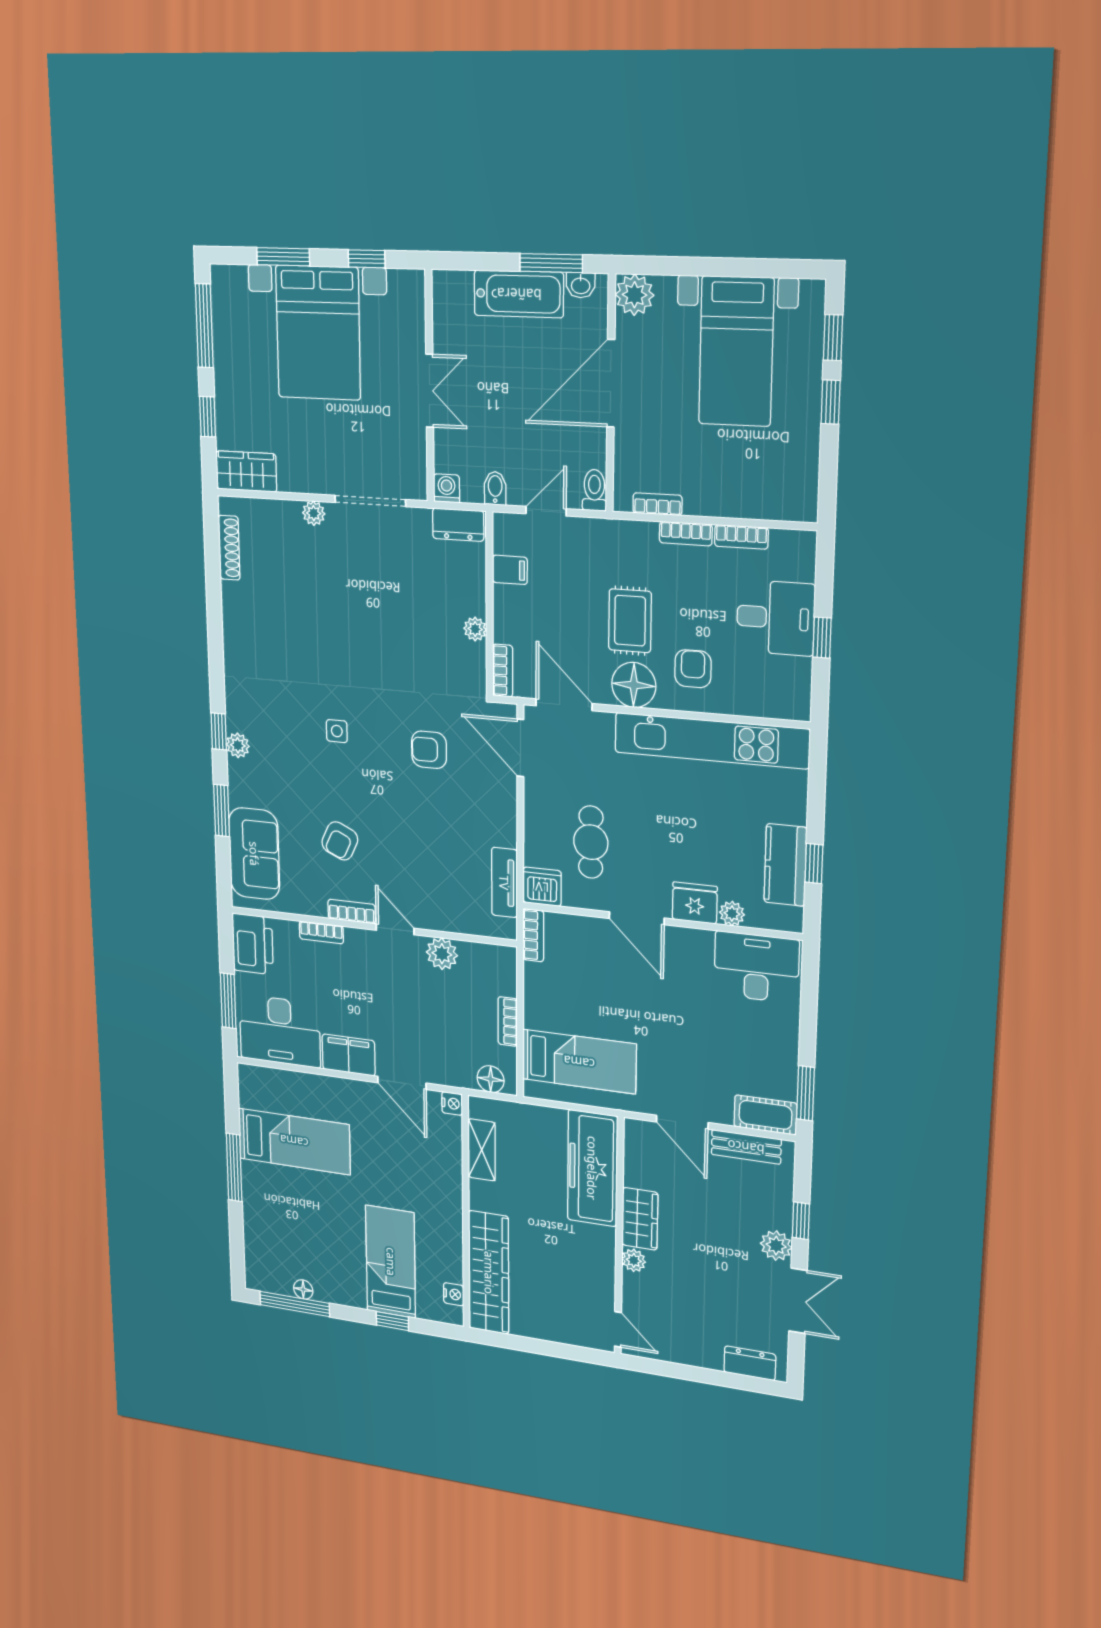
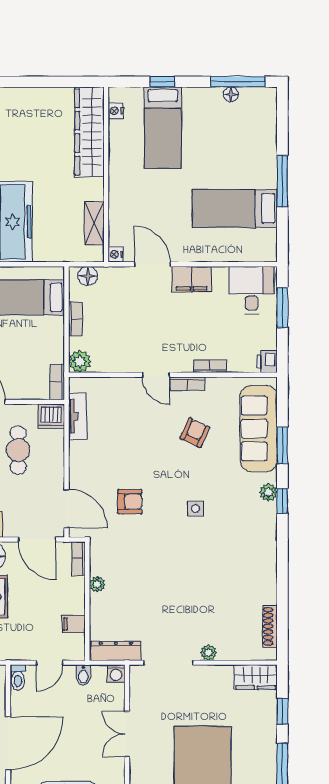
dresser: (458, 525) -> (116, 651), width x1.44
sofa: (254, 854) -> (259, 429), width x1.36
printer: (253, 944) -> (267, 362), width x0.53, depth x0.68
plant: (442, 954) -> (80, 361), moved
desk: (280, 1031) -> (252, 290), width x0.73

